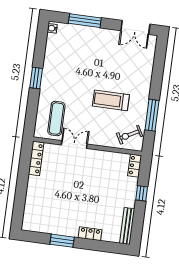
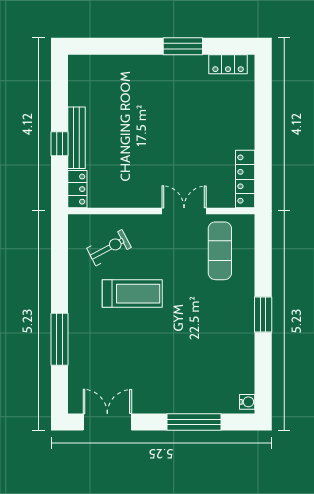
window: (152, 115) -> (60, 339), moved
exercise bike: (129, 135) -> (109, 248), moved
double door: (74, 144) -> (184, 211), swing flipped
bench: (127, 226) -> (77, 138), moved
locker: (90, 234) -> (228, 64), moved

